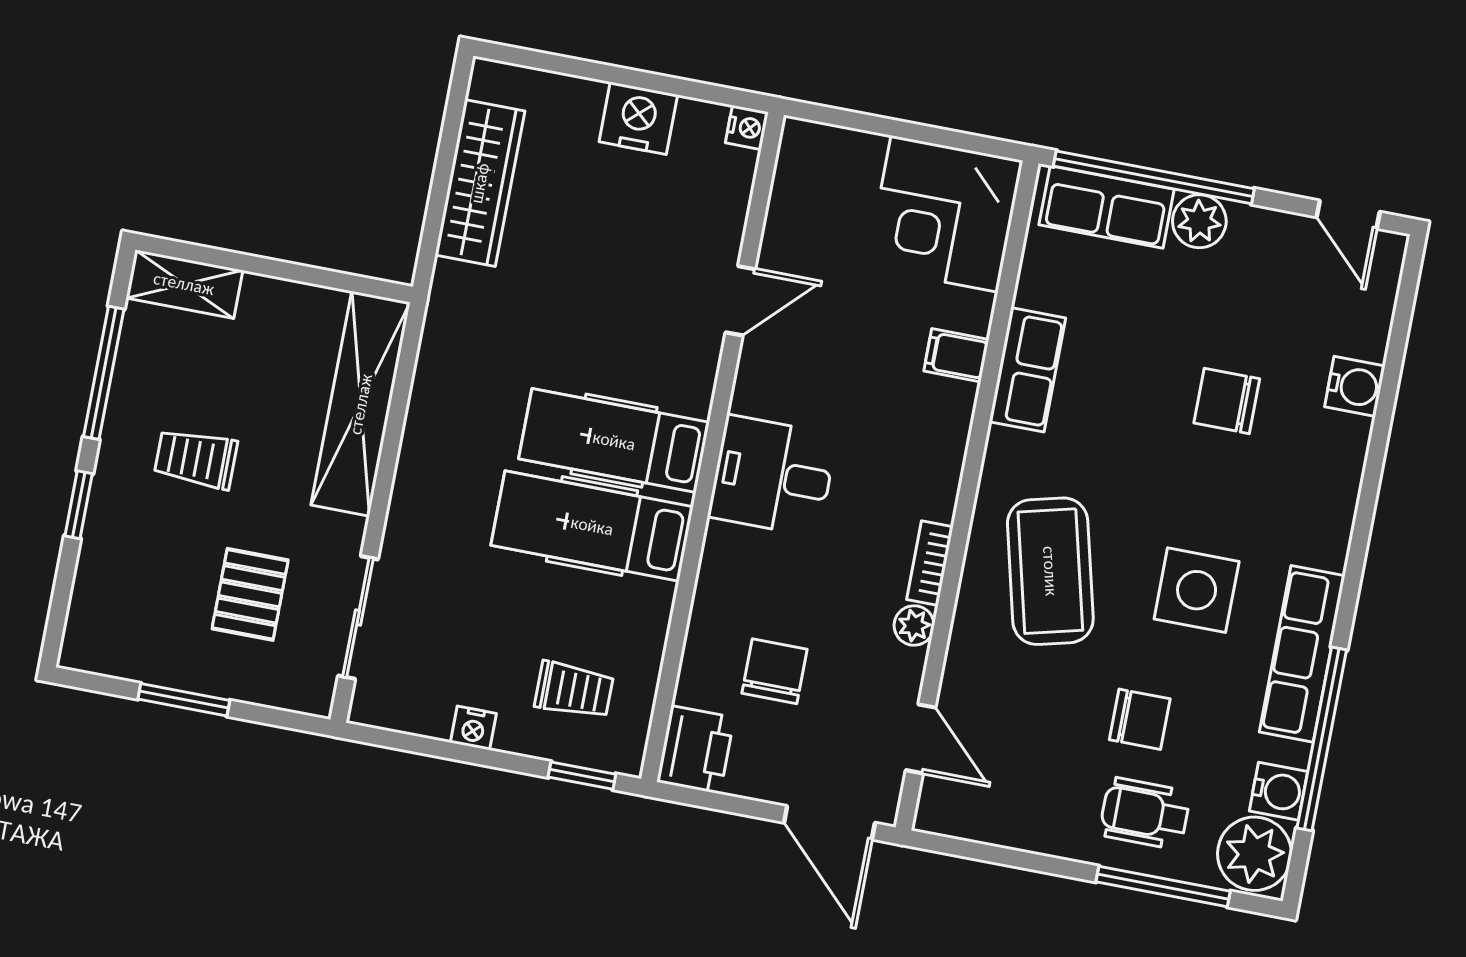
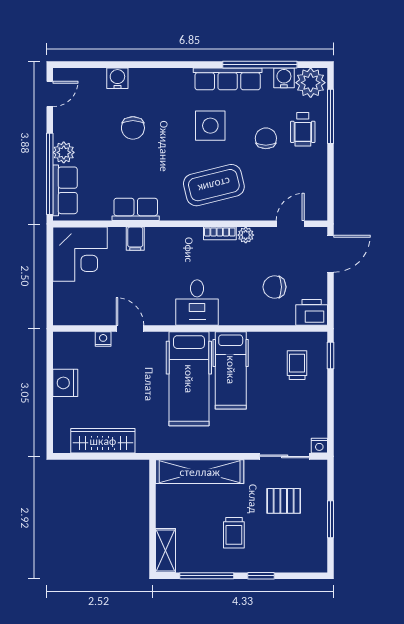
nightstand: (747, 127) -> (103, 339), moved
hospital bed: (614, 441) -> (189, 379), width x1.37, depth x1.29
nightstand: (473, 728) -> (319, 446), moved, turned 90

